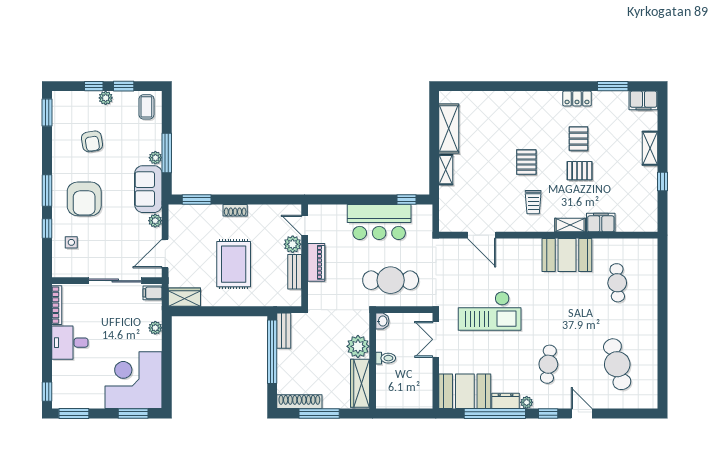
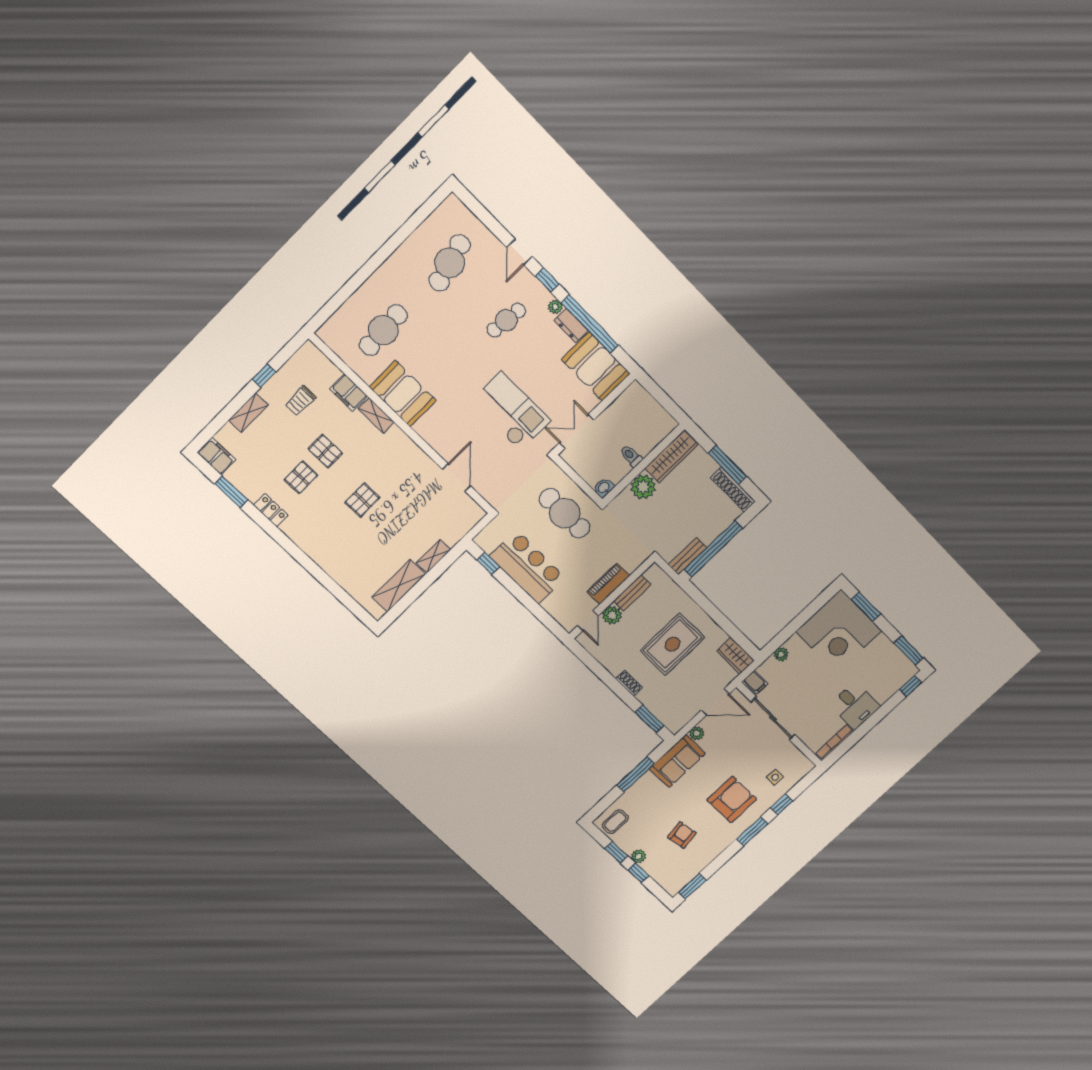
plant: (155, 158) -> (648, 779), removed
trolley: (533, 202) -> (301, 401), moved, turned 180
cafe table: (617, 283) -> (383, 330), width x1.37, depth x1.35
double door: (436, 339) -> (577, 431), swing flipped

